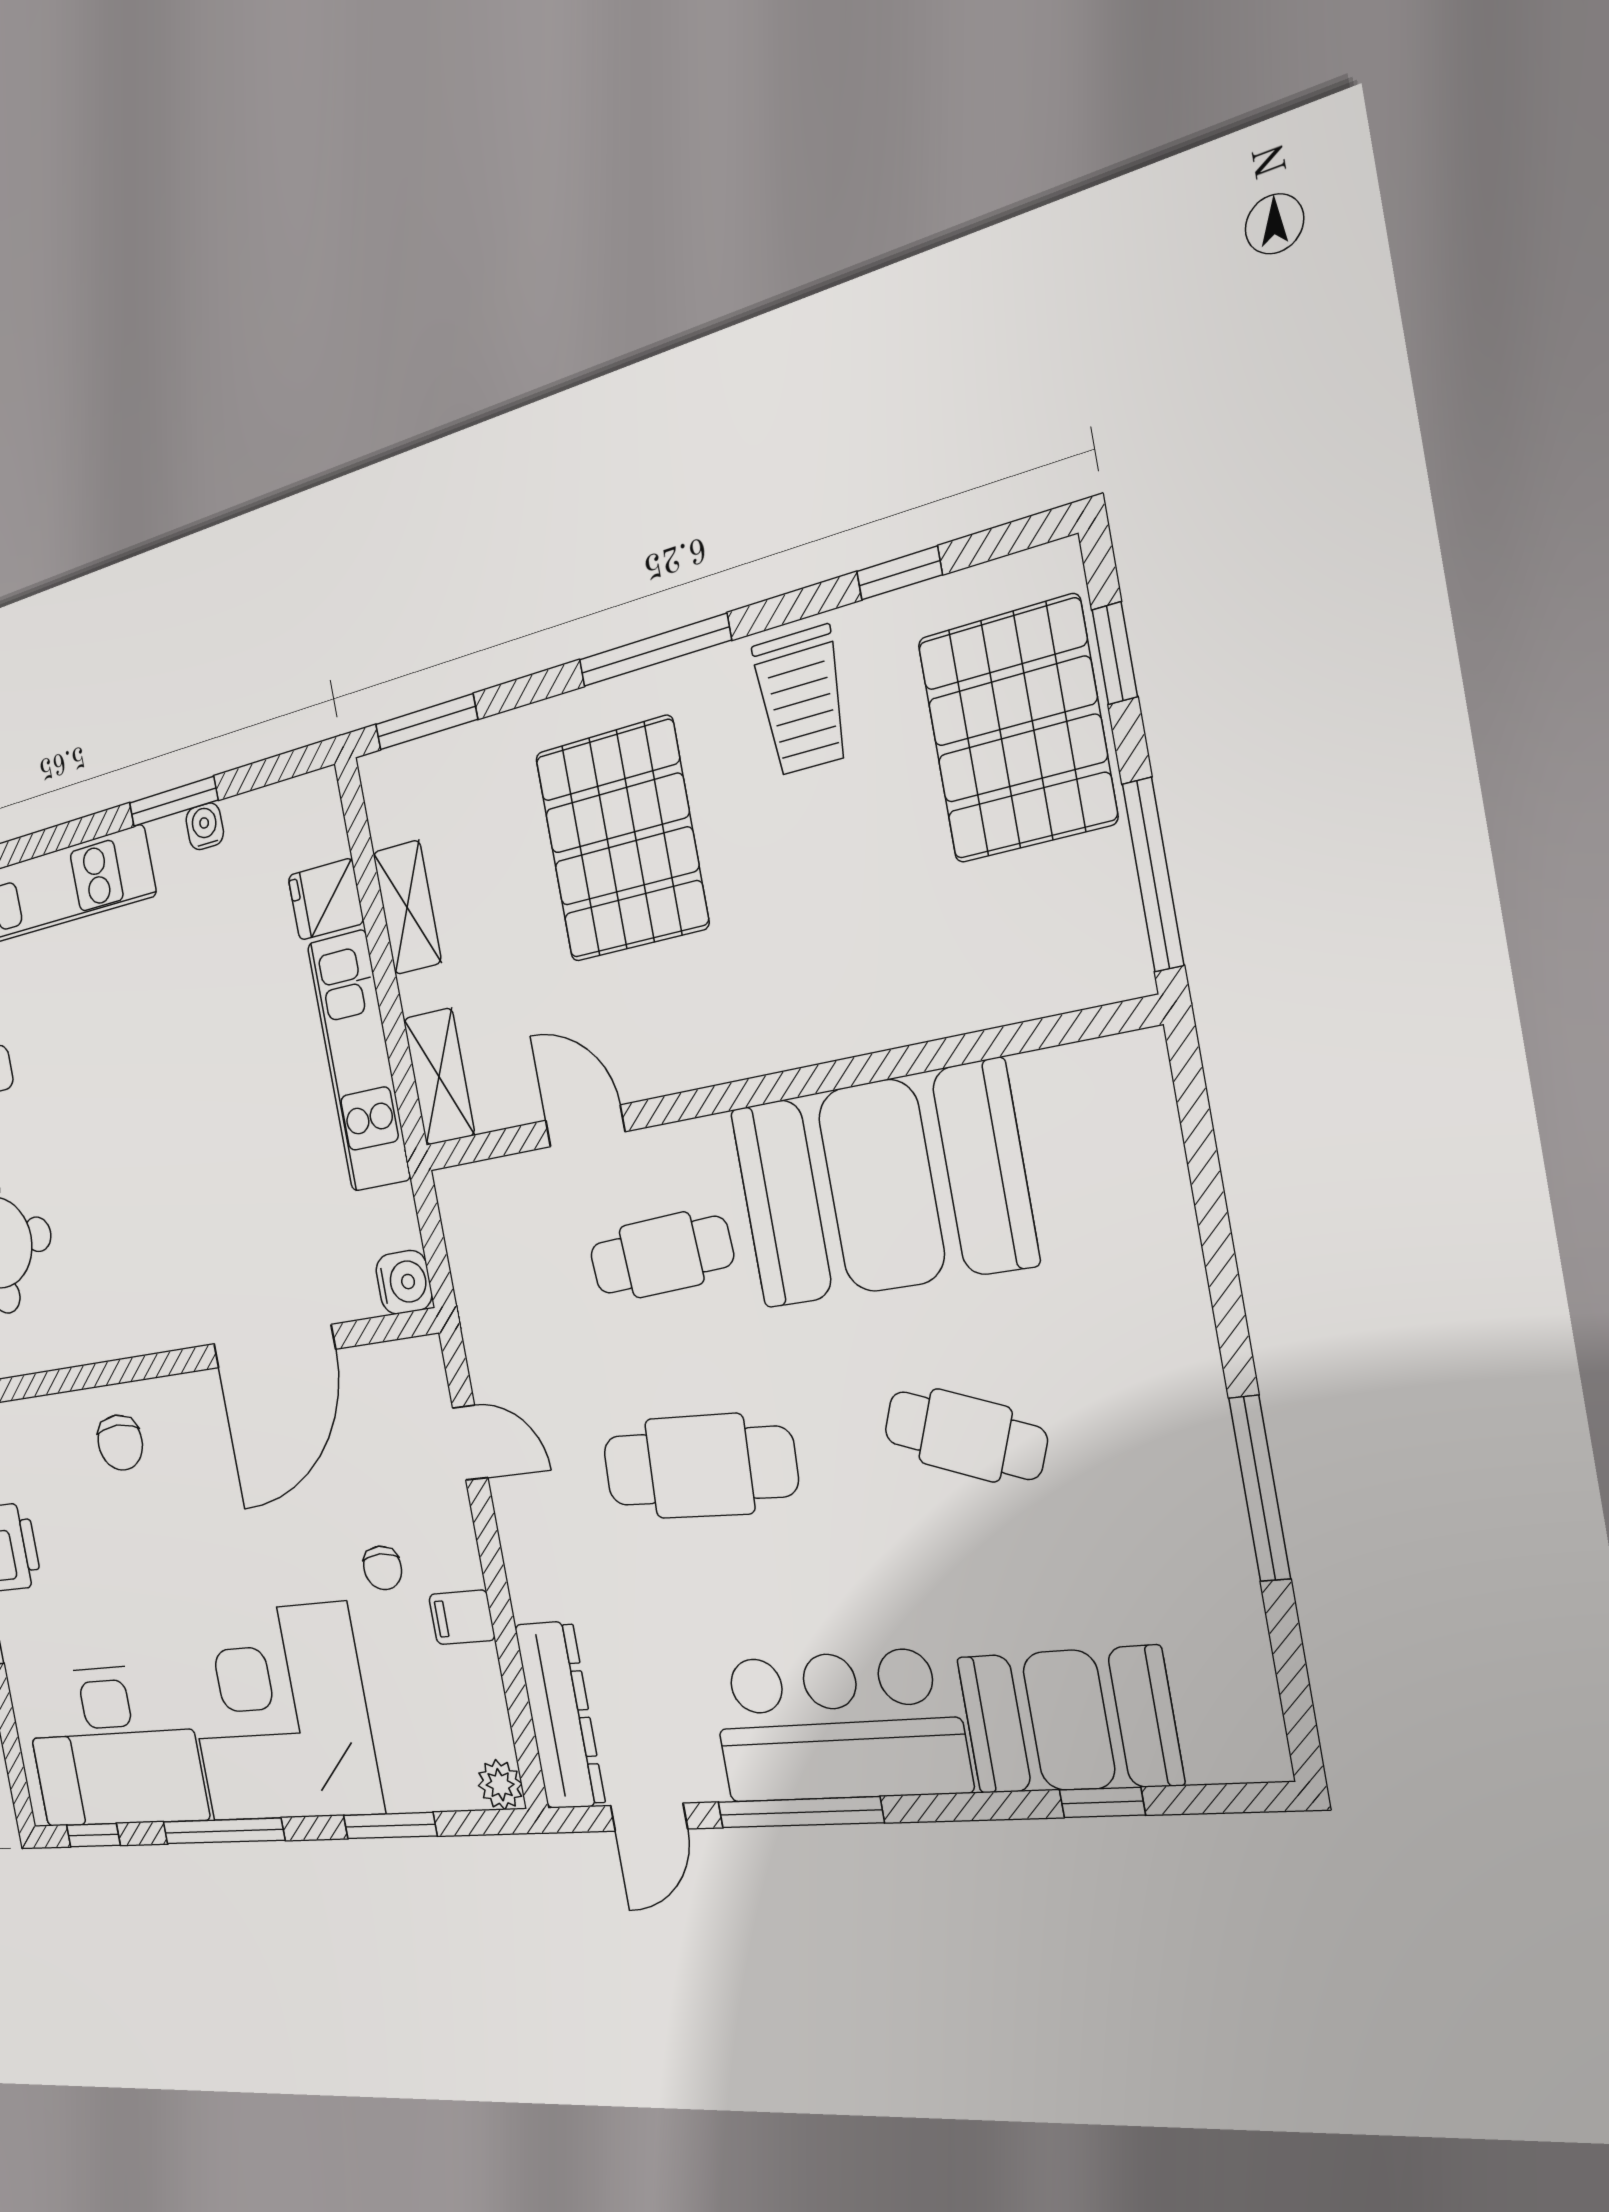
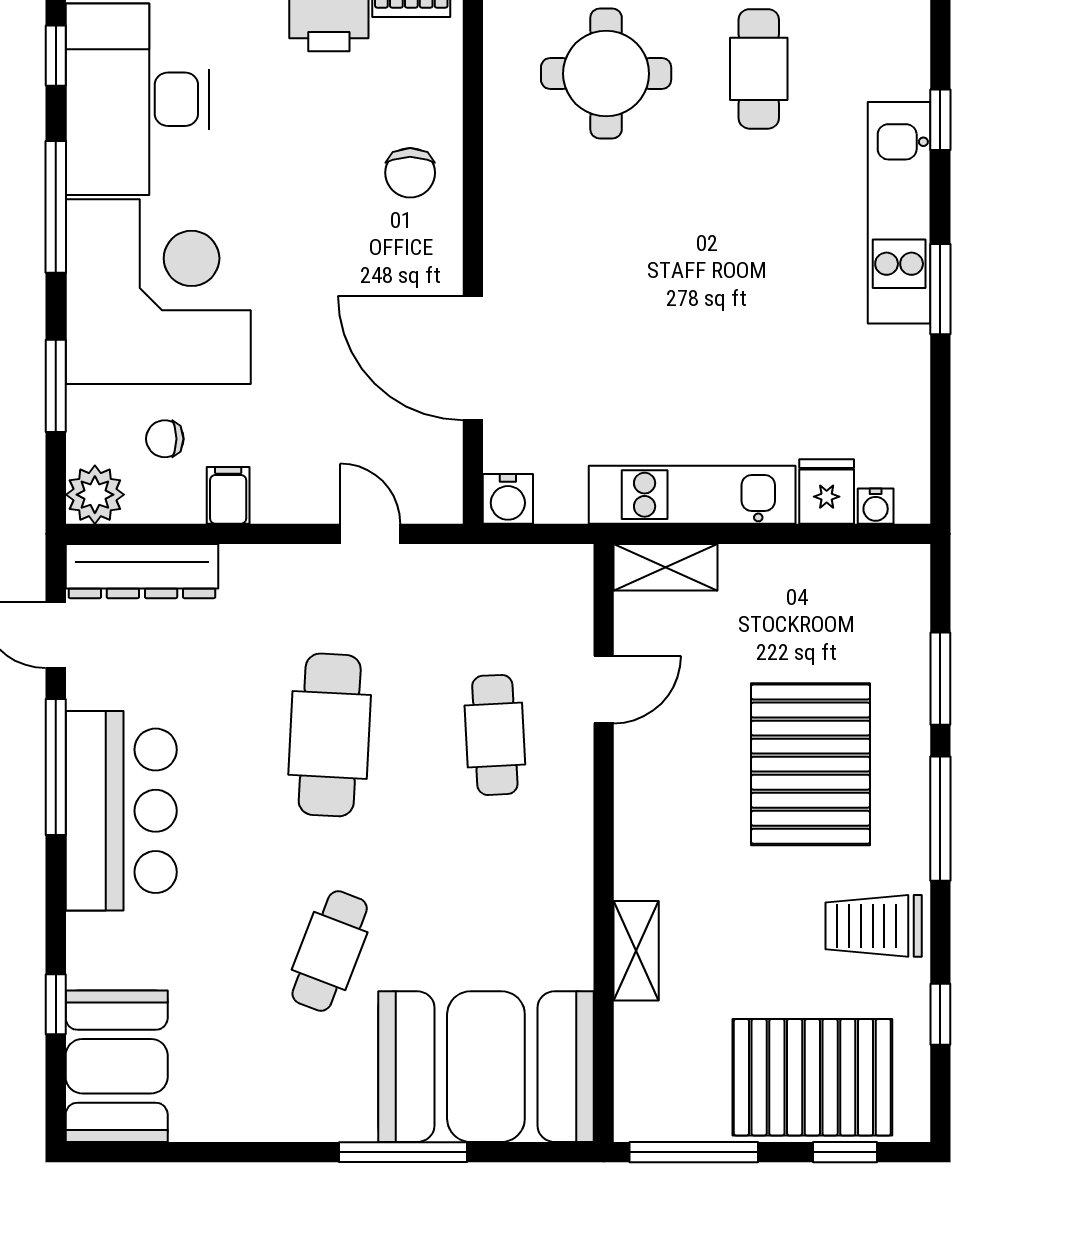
window: (426, 722) -> (940, 679), moved
window: (173, 801) -> (940, 289), moved
water cooler: (205, 826) -> (876, 506), moved, turned 90
pallet: (621, 840) -> (811, 764), turned 90
shelving: (407, 907) -> (636, 951), moved, turned 90
booth: (881, 1186) -> (486, 1067), moved, turned 90
chair: (120, 1443) -> (410, 173), turned -90
door: (470, 1443) -> (370, 534), swing flipped
window: (1260, 1488) -> (403, 1152), moved
chair: (383, 1568) -> (165, 439), moved
booth: (1069, 1720) -> (117, 1066), moved
plant: (500, 1785) -> (95, 495), width x1.38, depth x1.38

